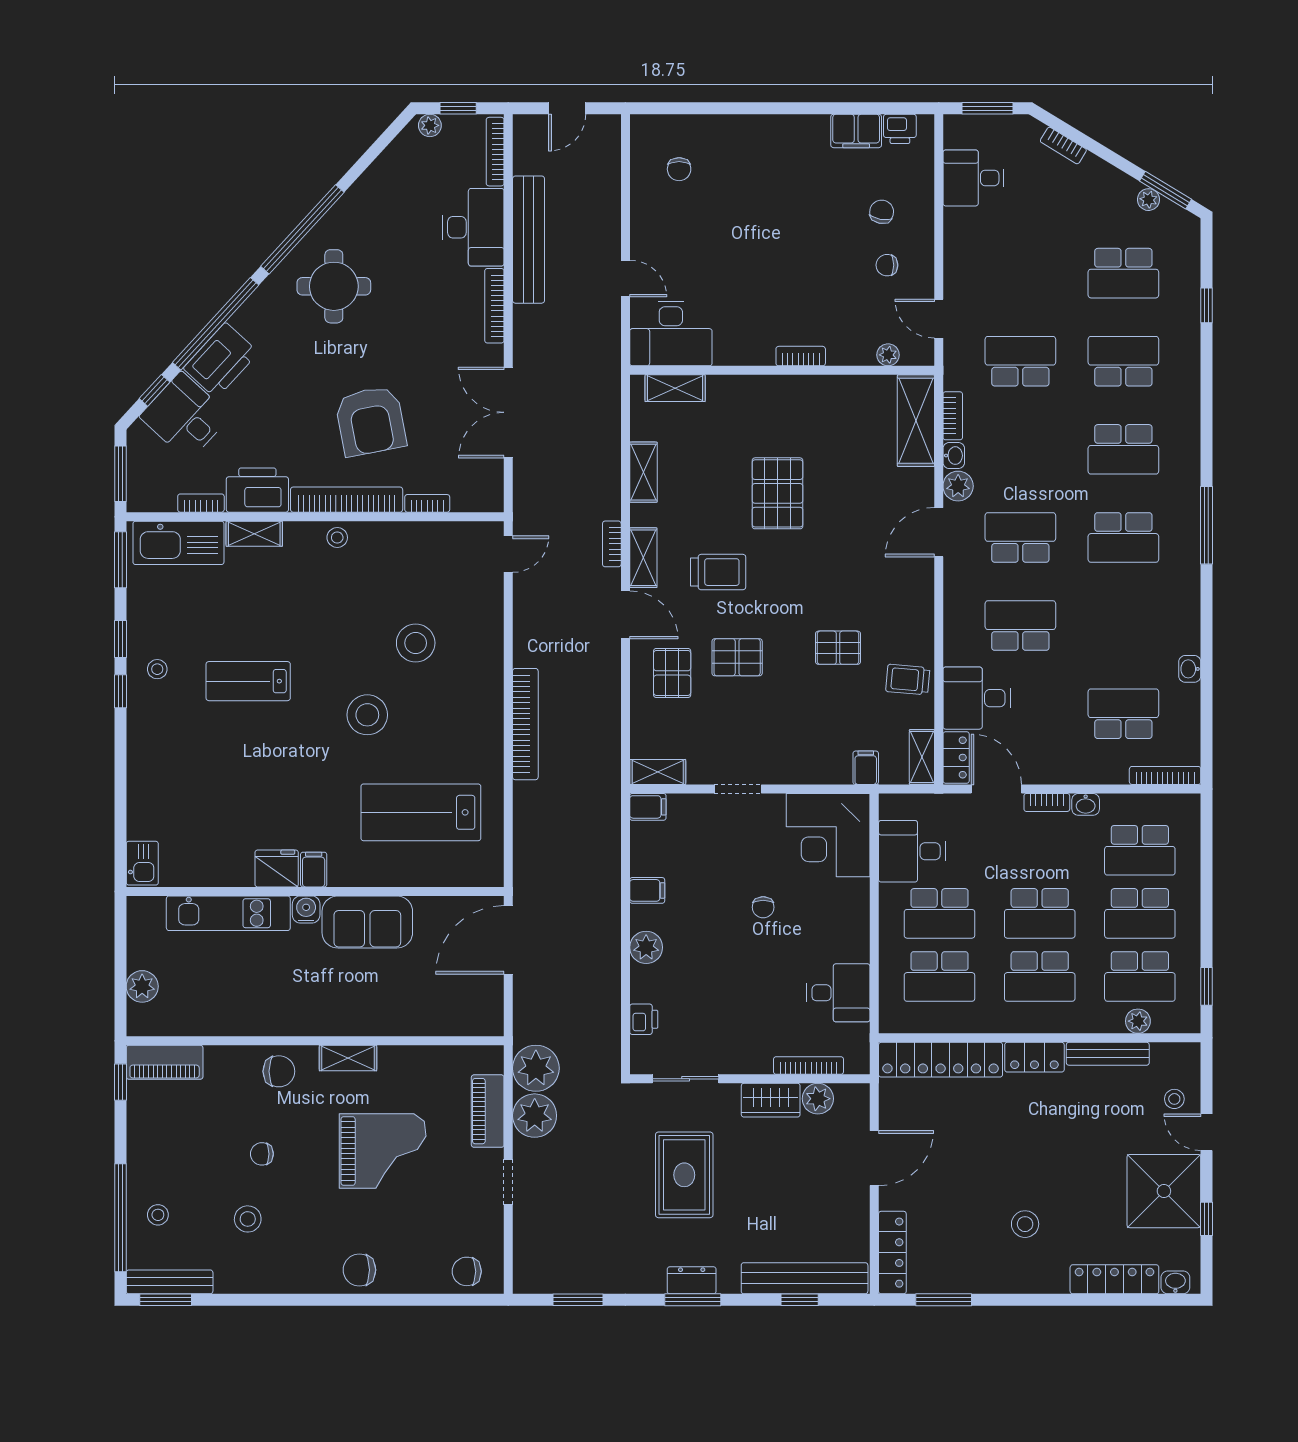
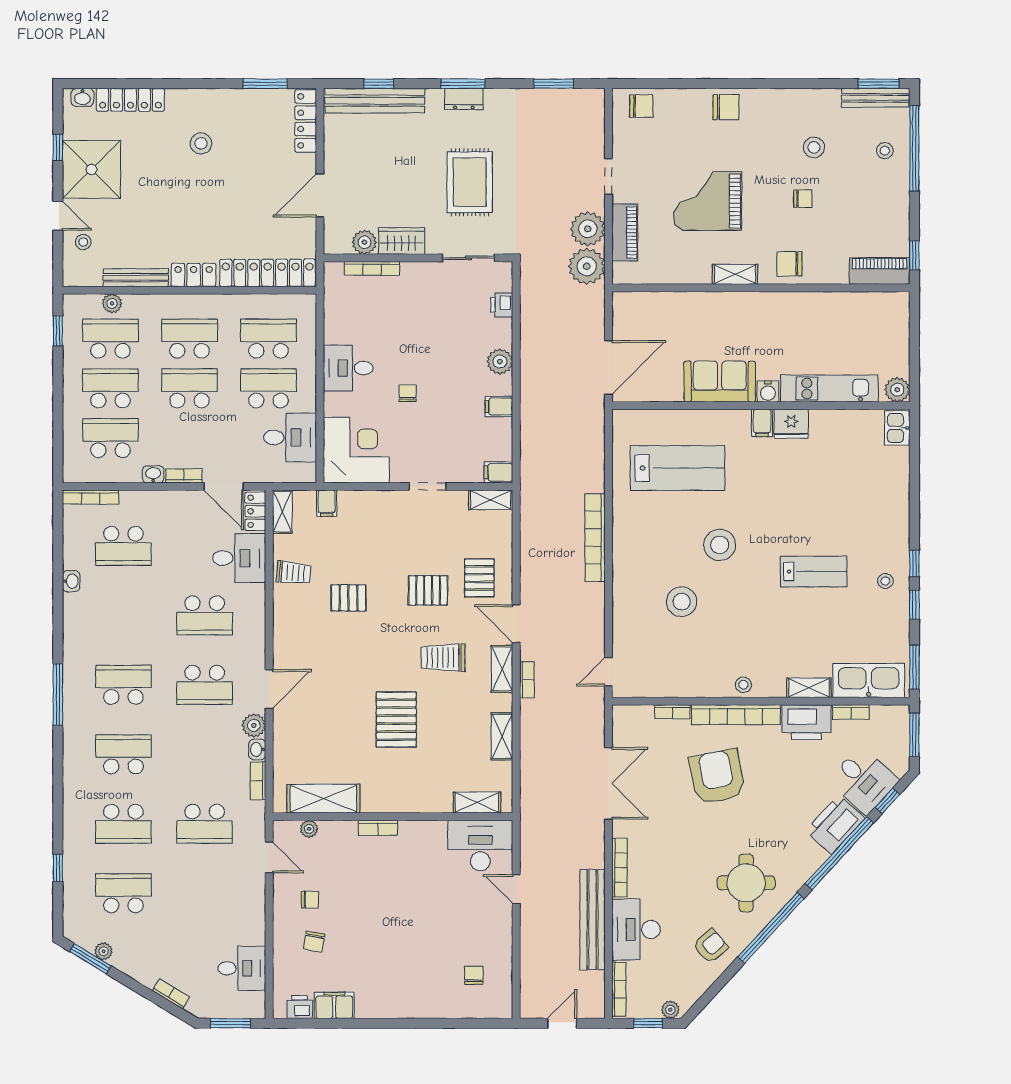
armchair: (379, 206) -> (711, 946), added
shelving: (916, 421) -> (323, 799), moved, turned 90
plant: (142, 986) -> (897, 390), moved
desk: (838, 993) -> (348, 368), moved

